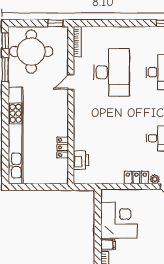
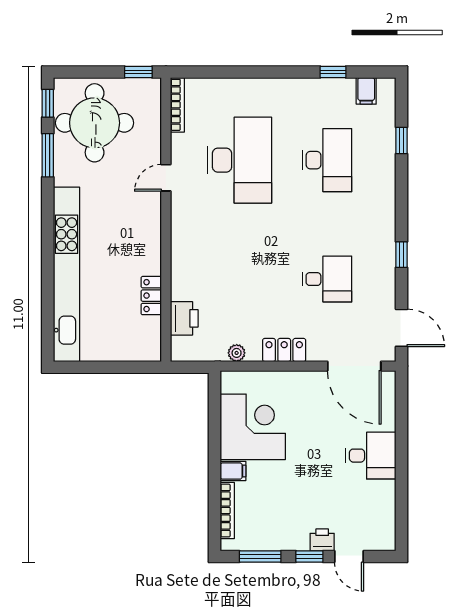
plant: (155, 179) -> (237, 353), moved

